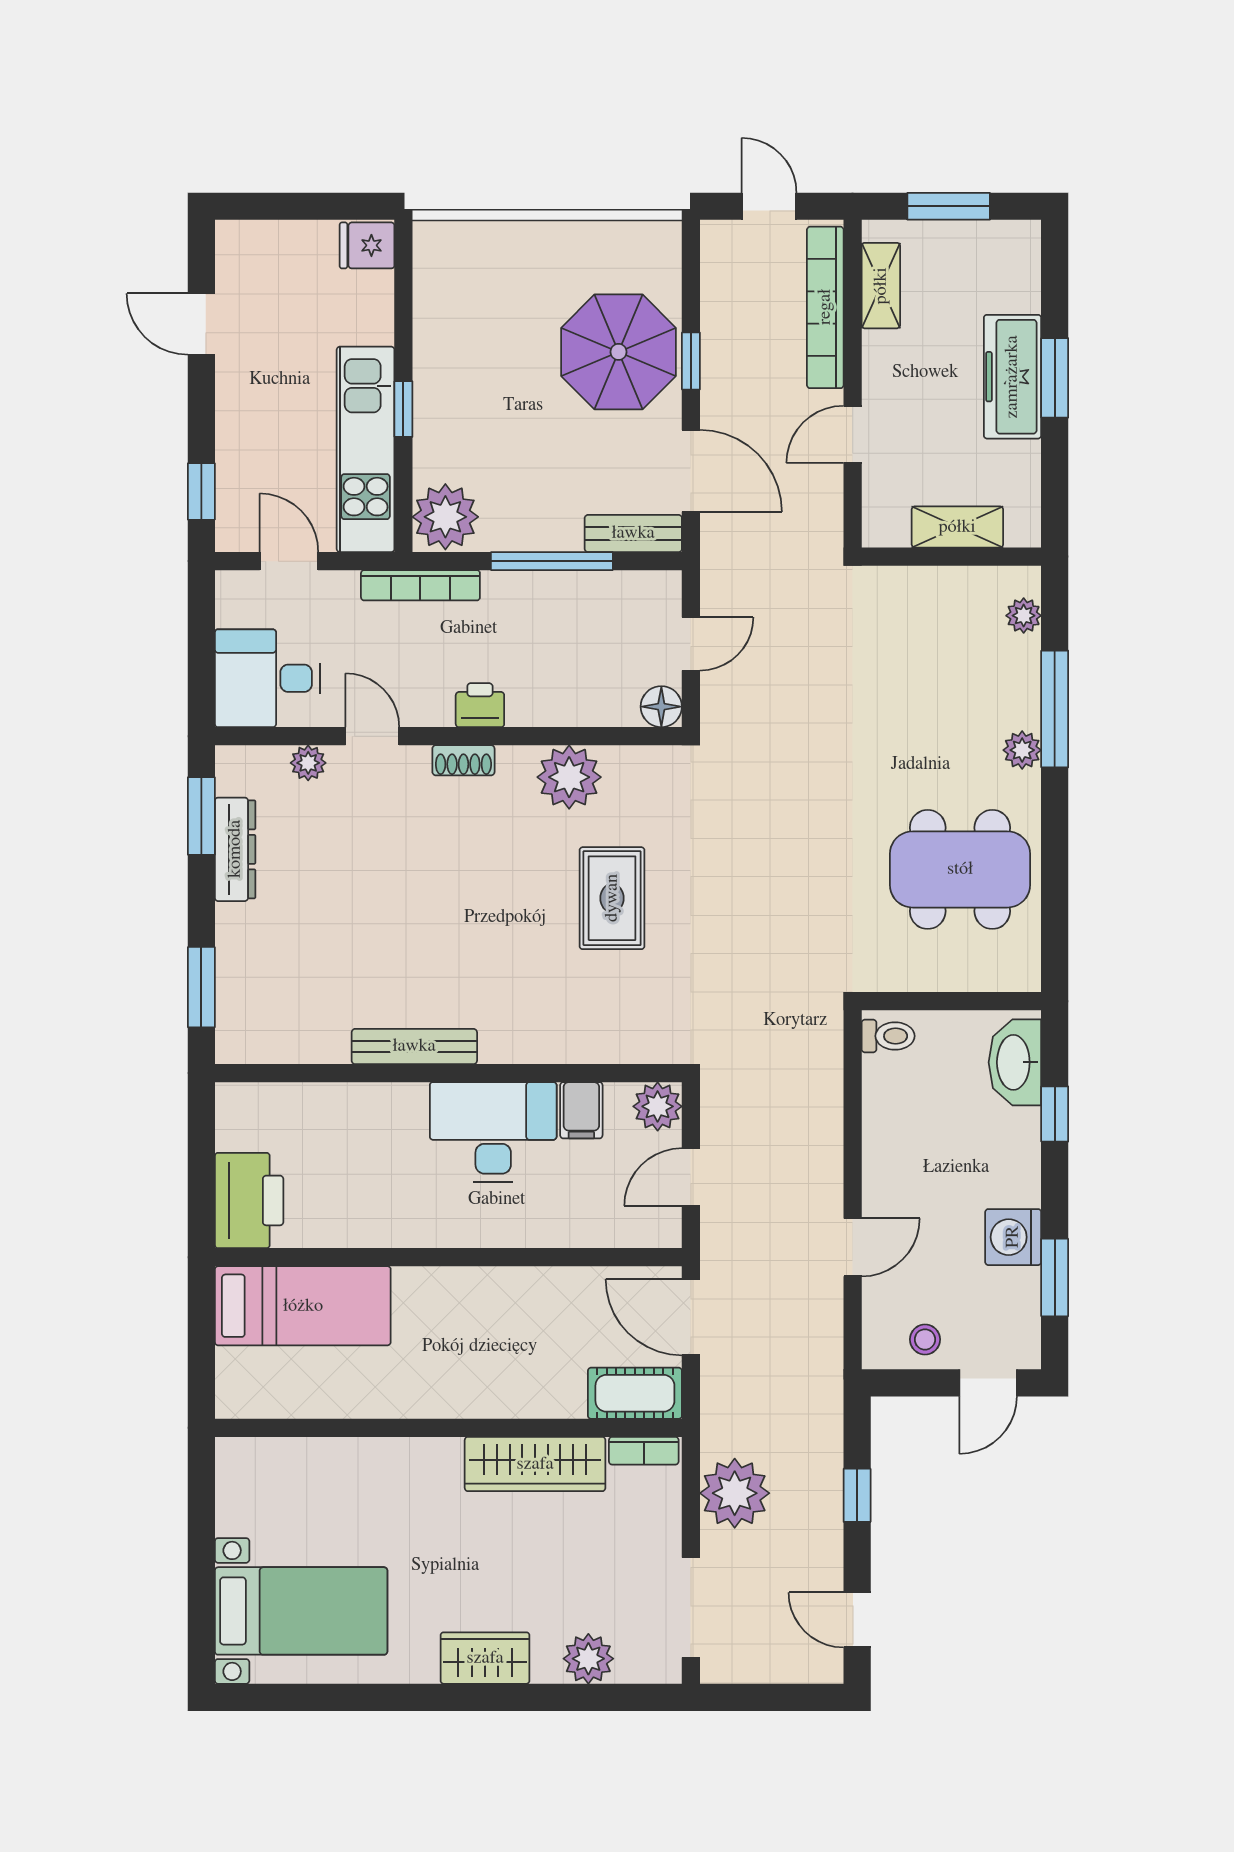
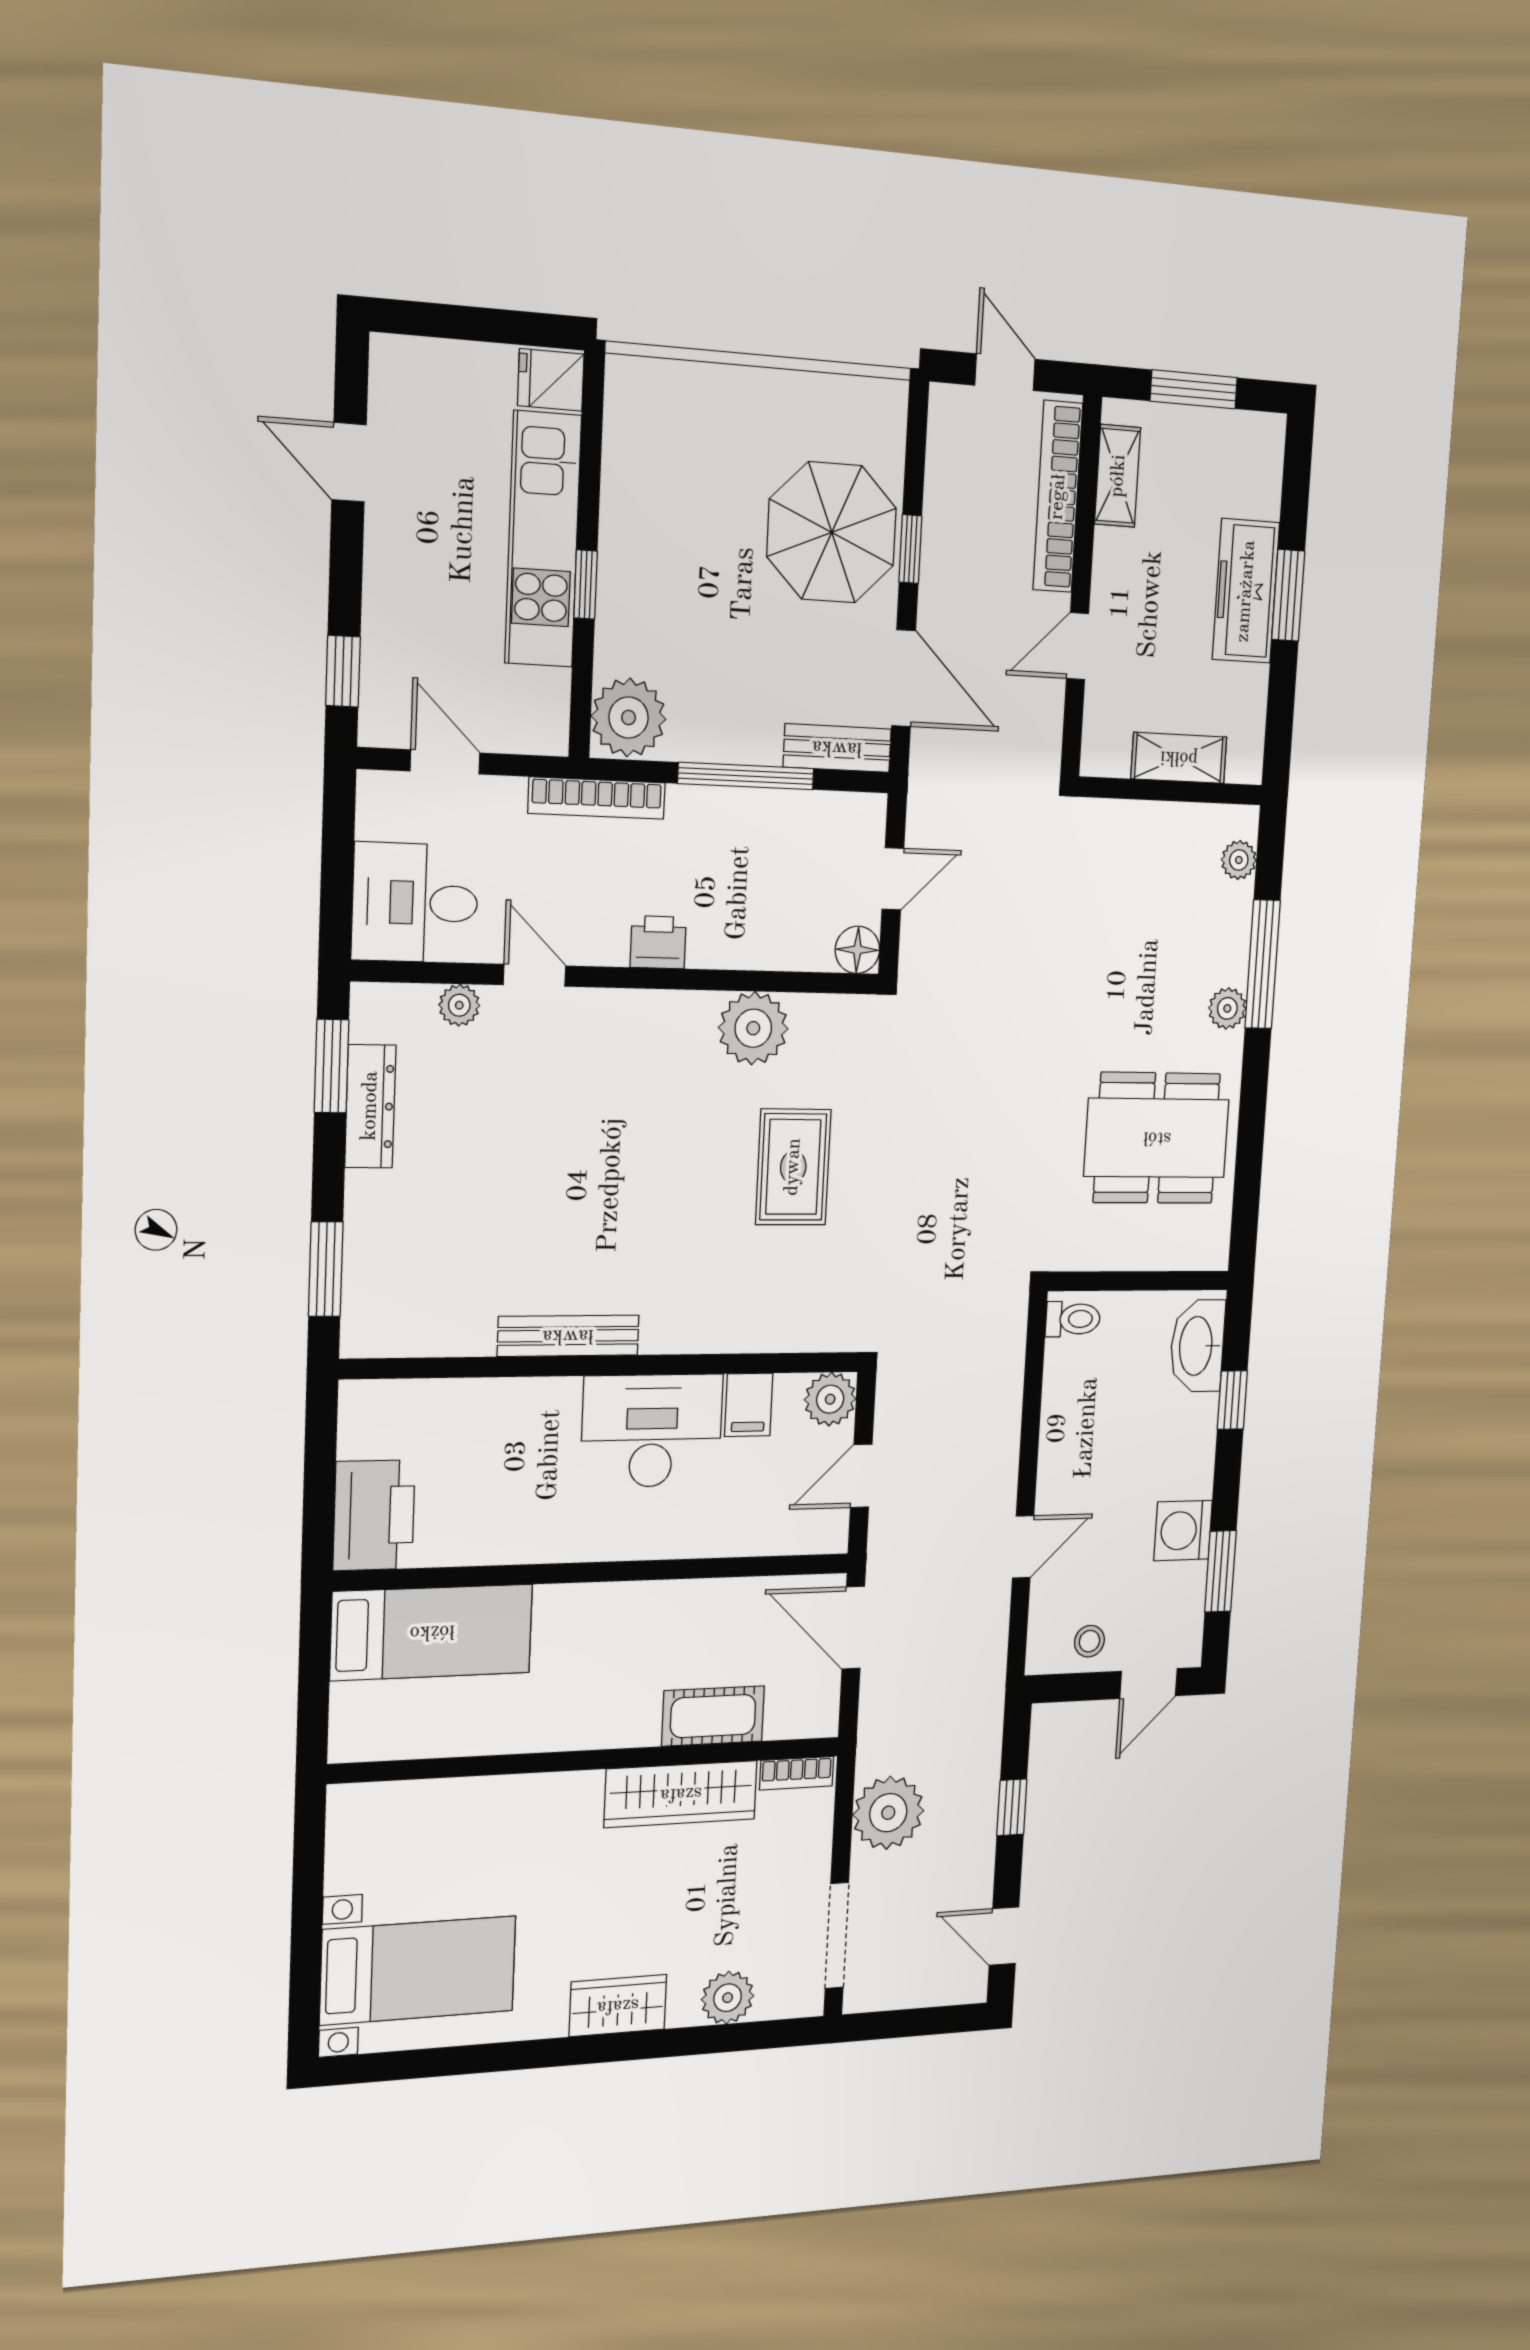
kitchen unit: (366, 449) -> (543, 539), moved
shoe rack: (463, 760) -> (637, 1006), removed
cot: (635, 1393) -> (713, 1716), moved

